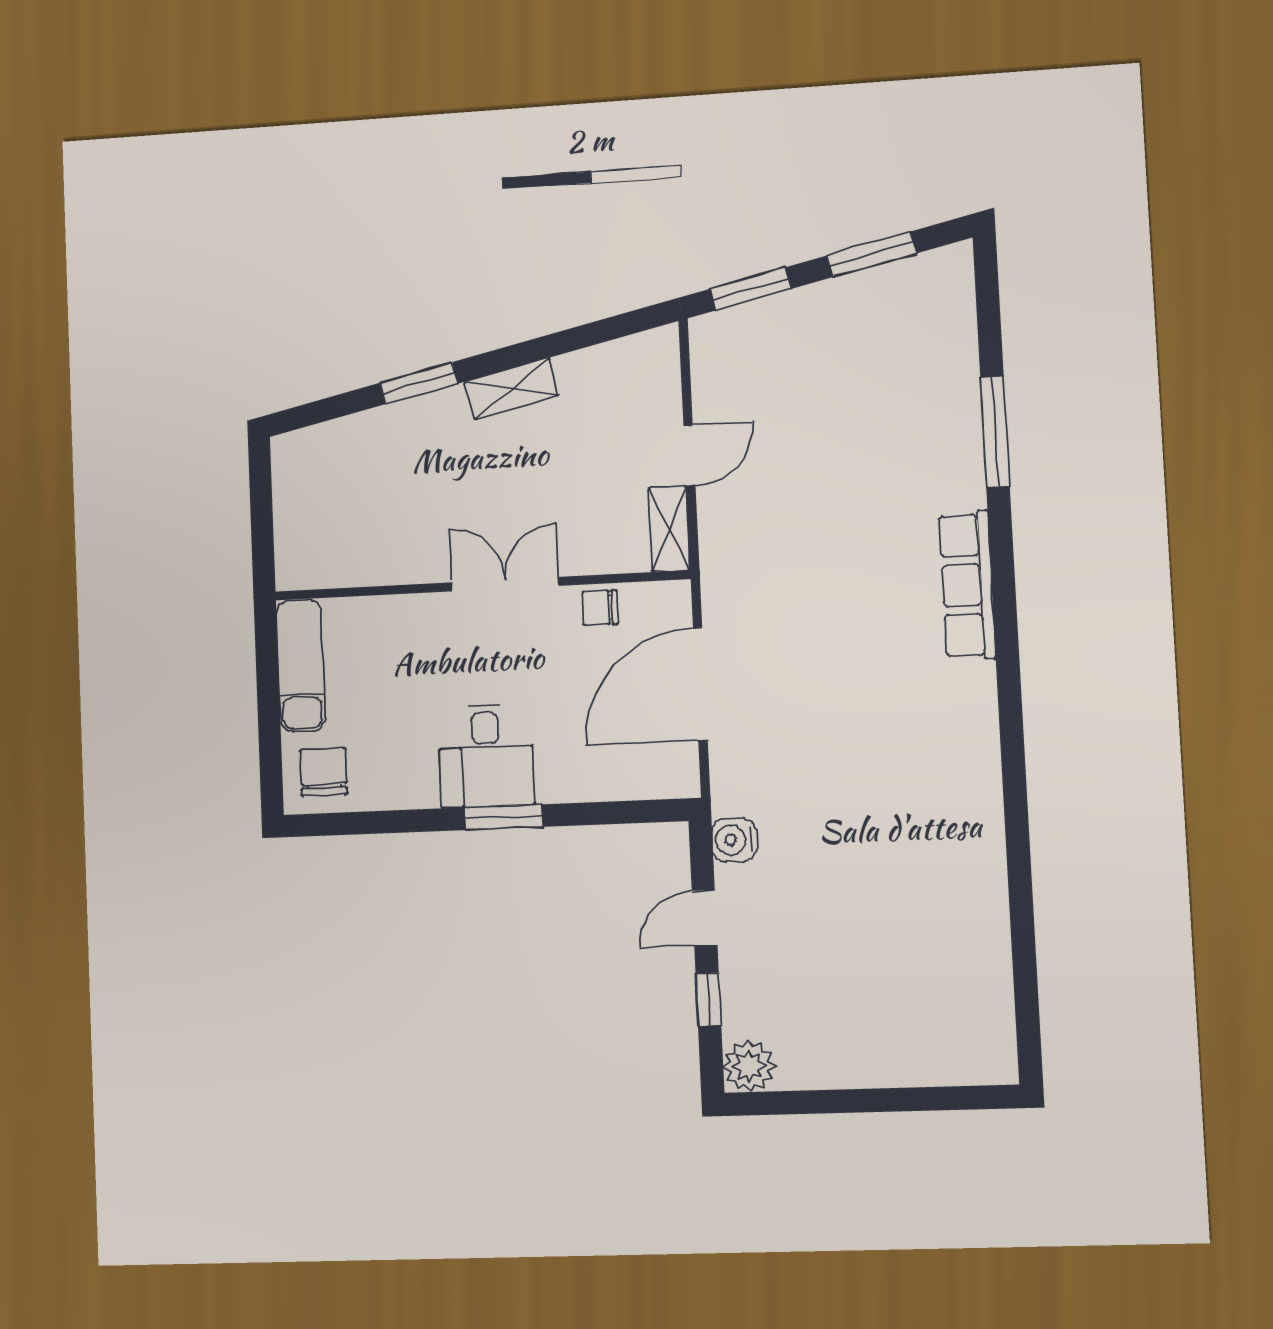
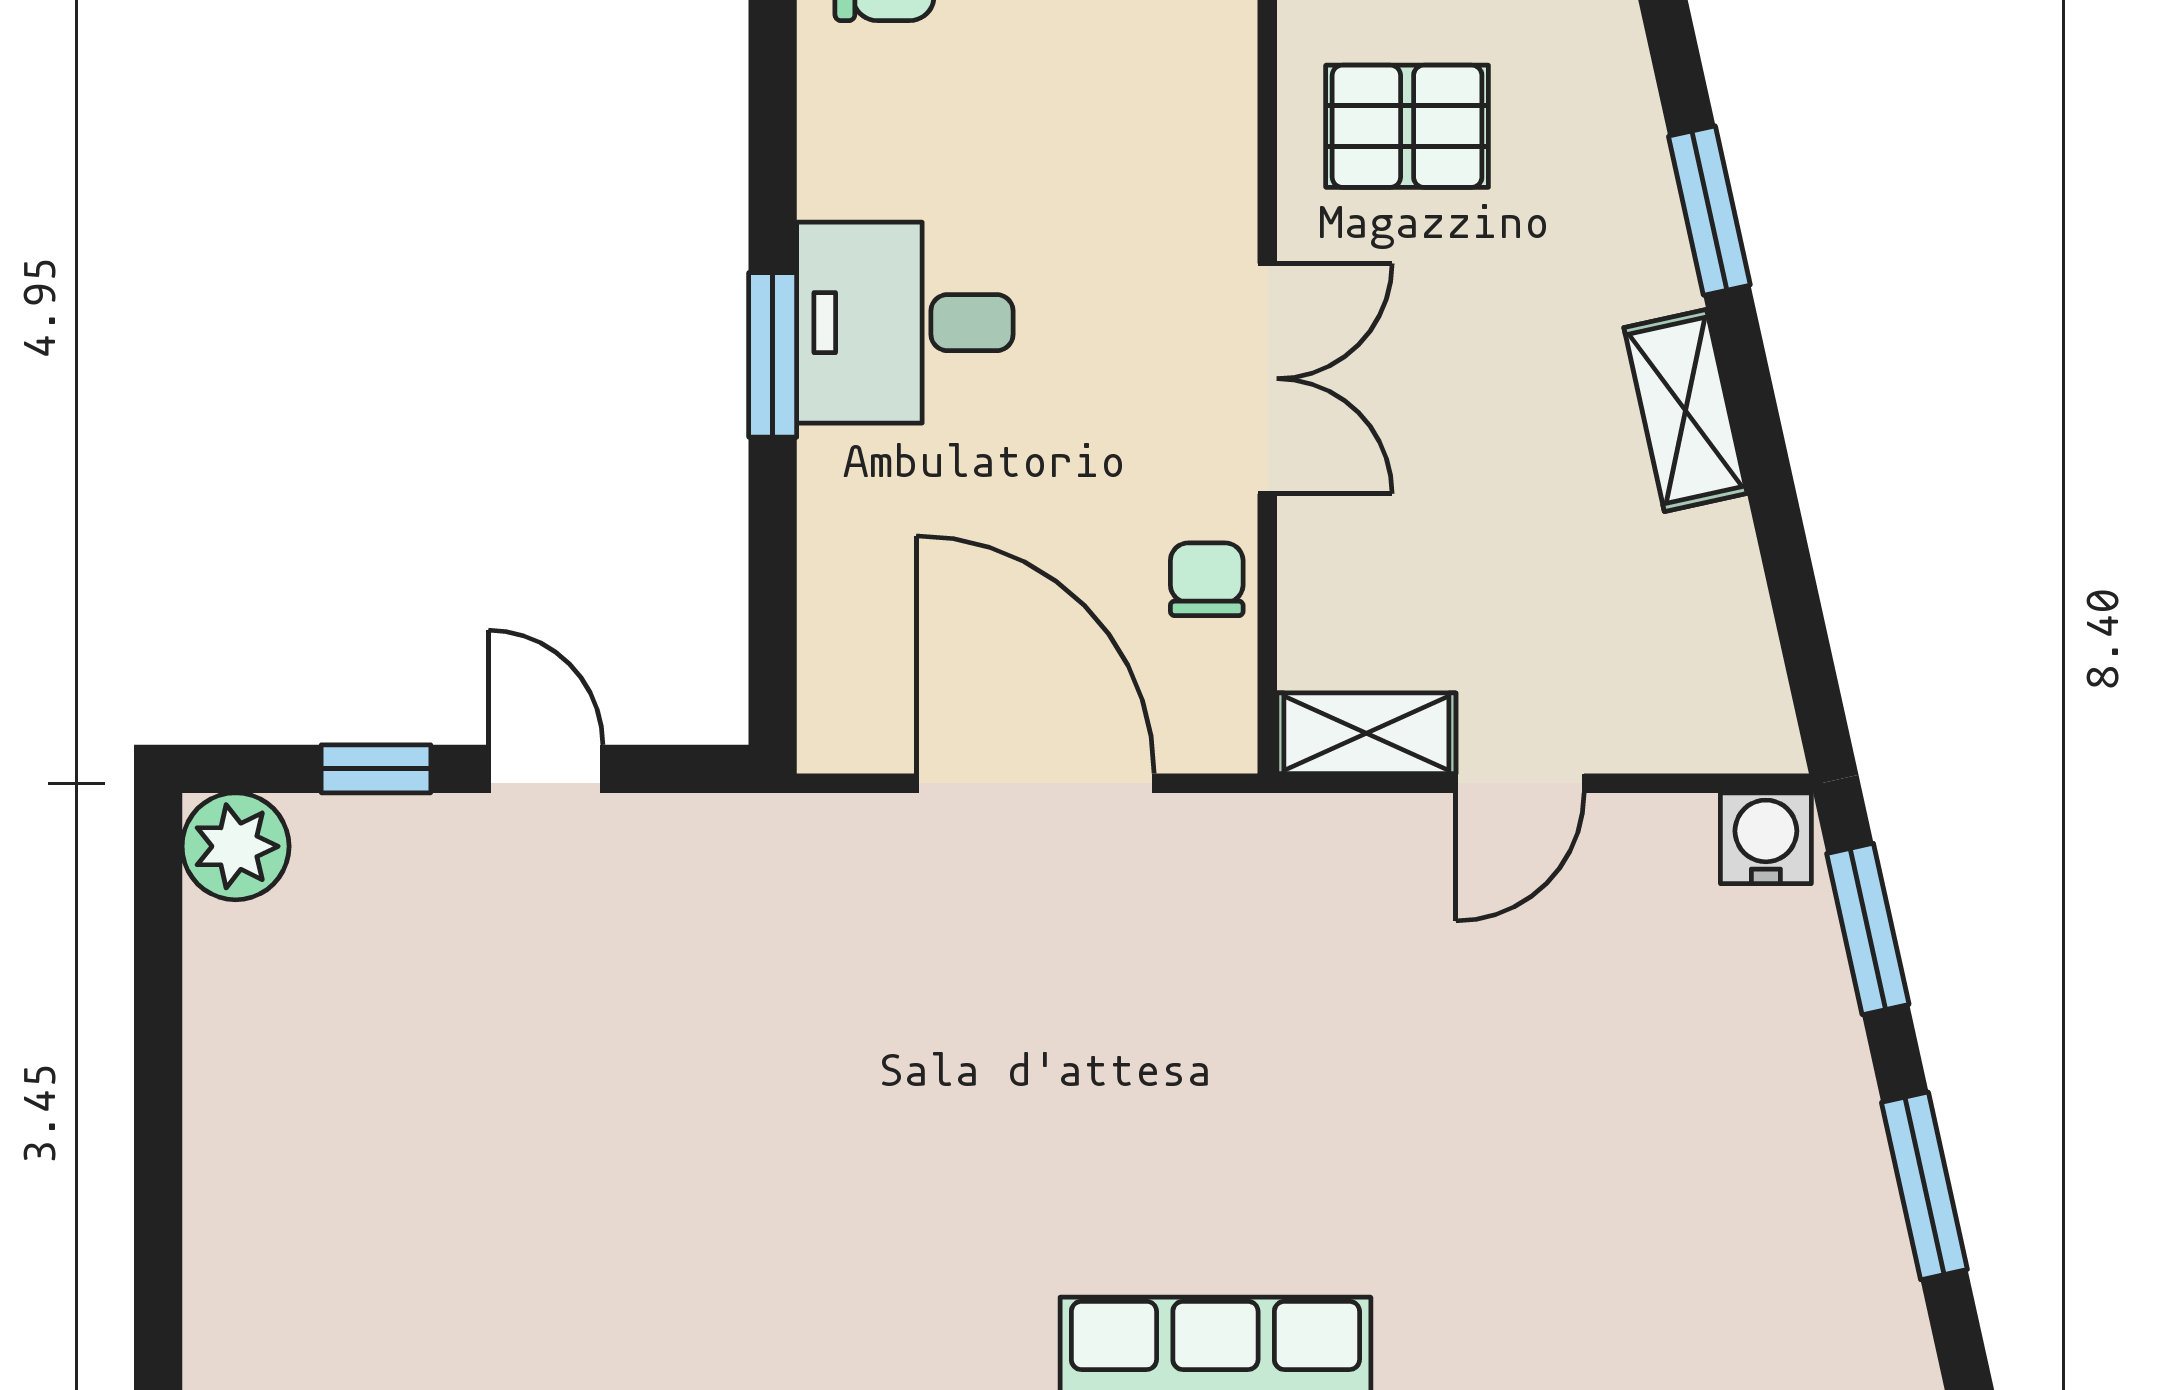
door: (689, 456) -> (1520, 783), hinge flipped
pallet: (386, 525) -> (1407, 126), added
water cooler: (734, 840) -> (1766, 838), moved

